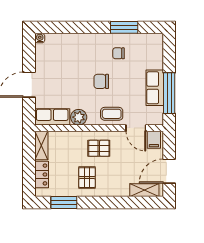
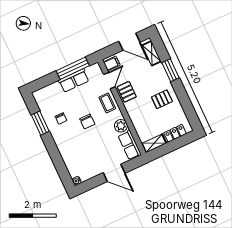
pallet: (99, 148) -> (127, 92), moved
window: (64, 203) -> (170, 70), moved

